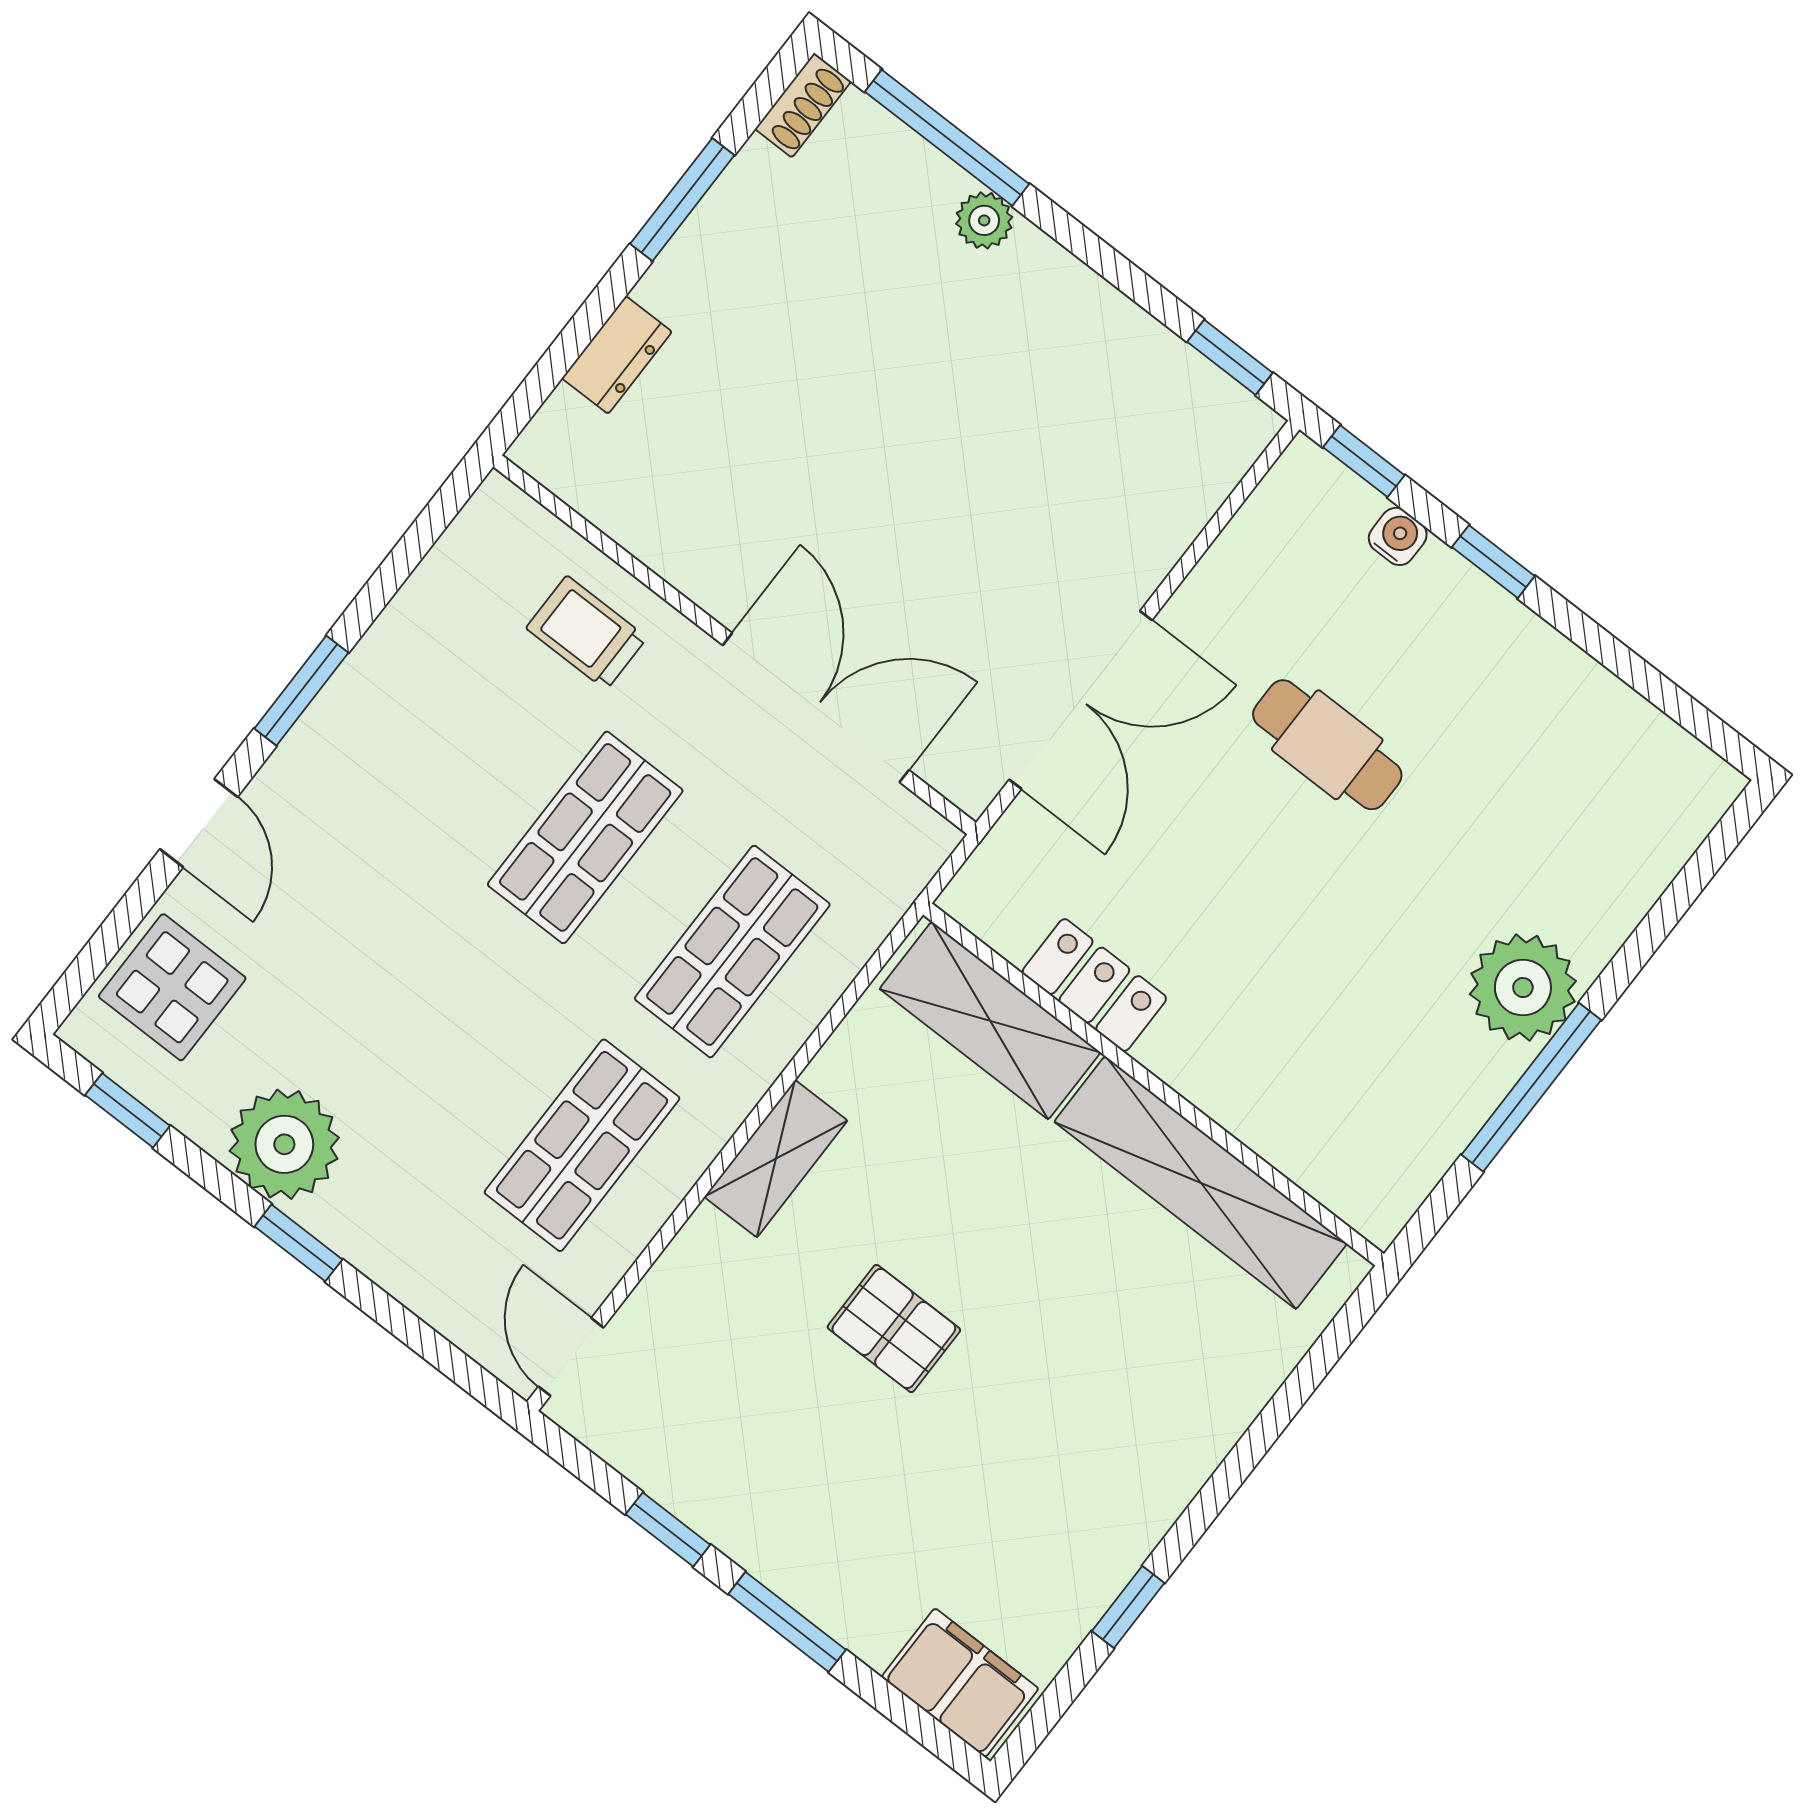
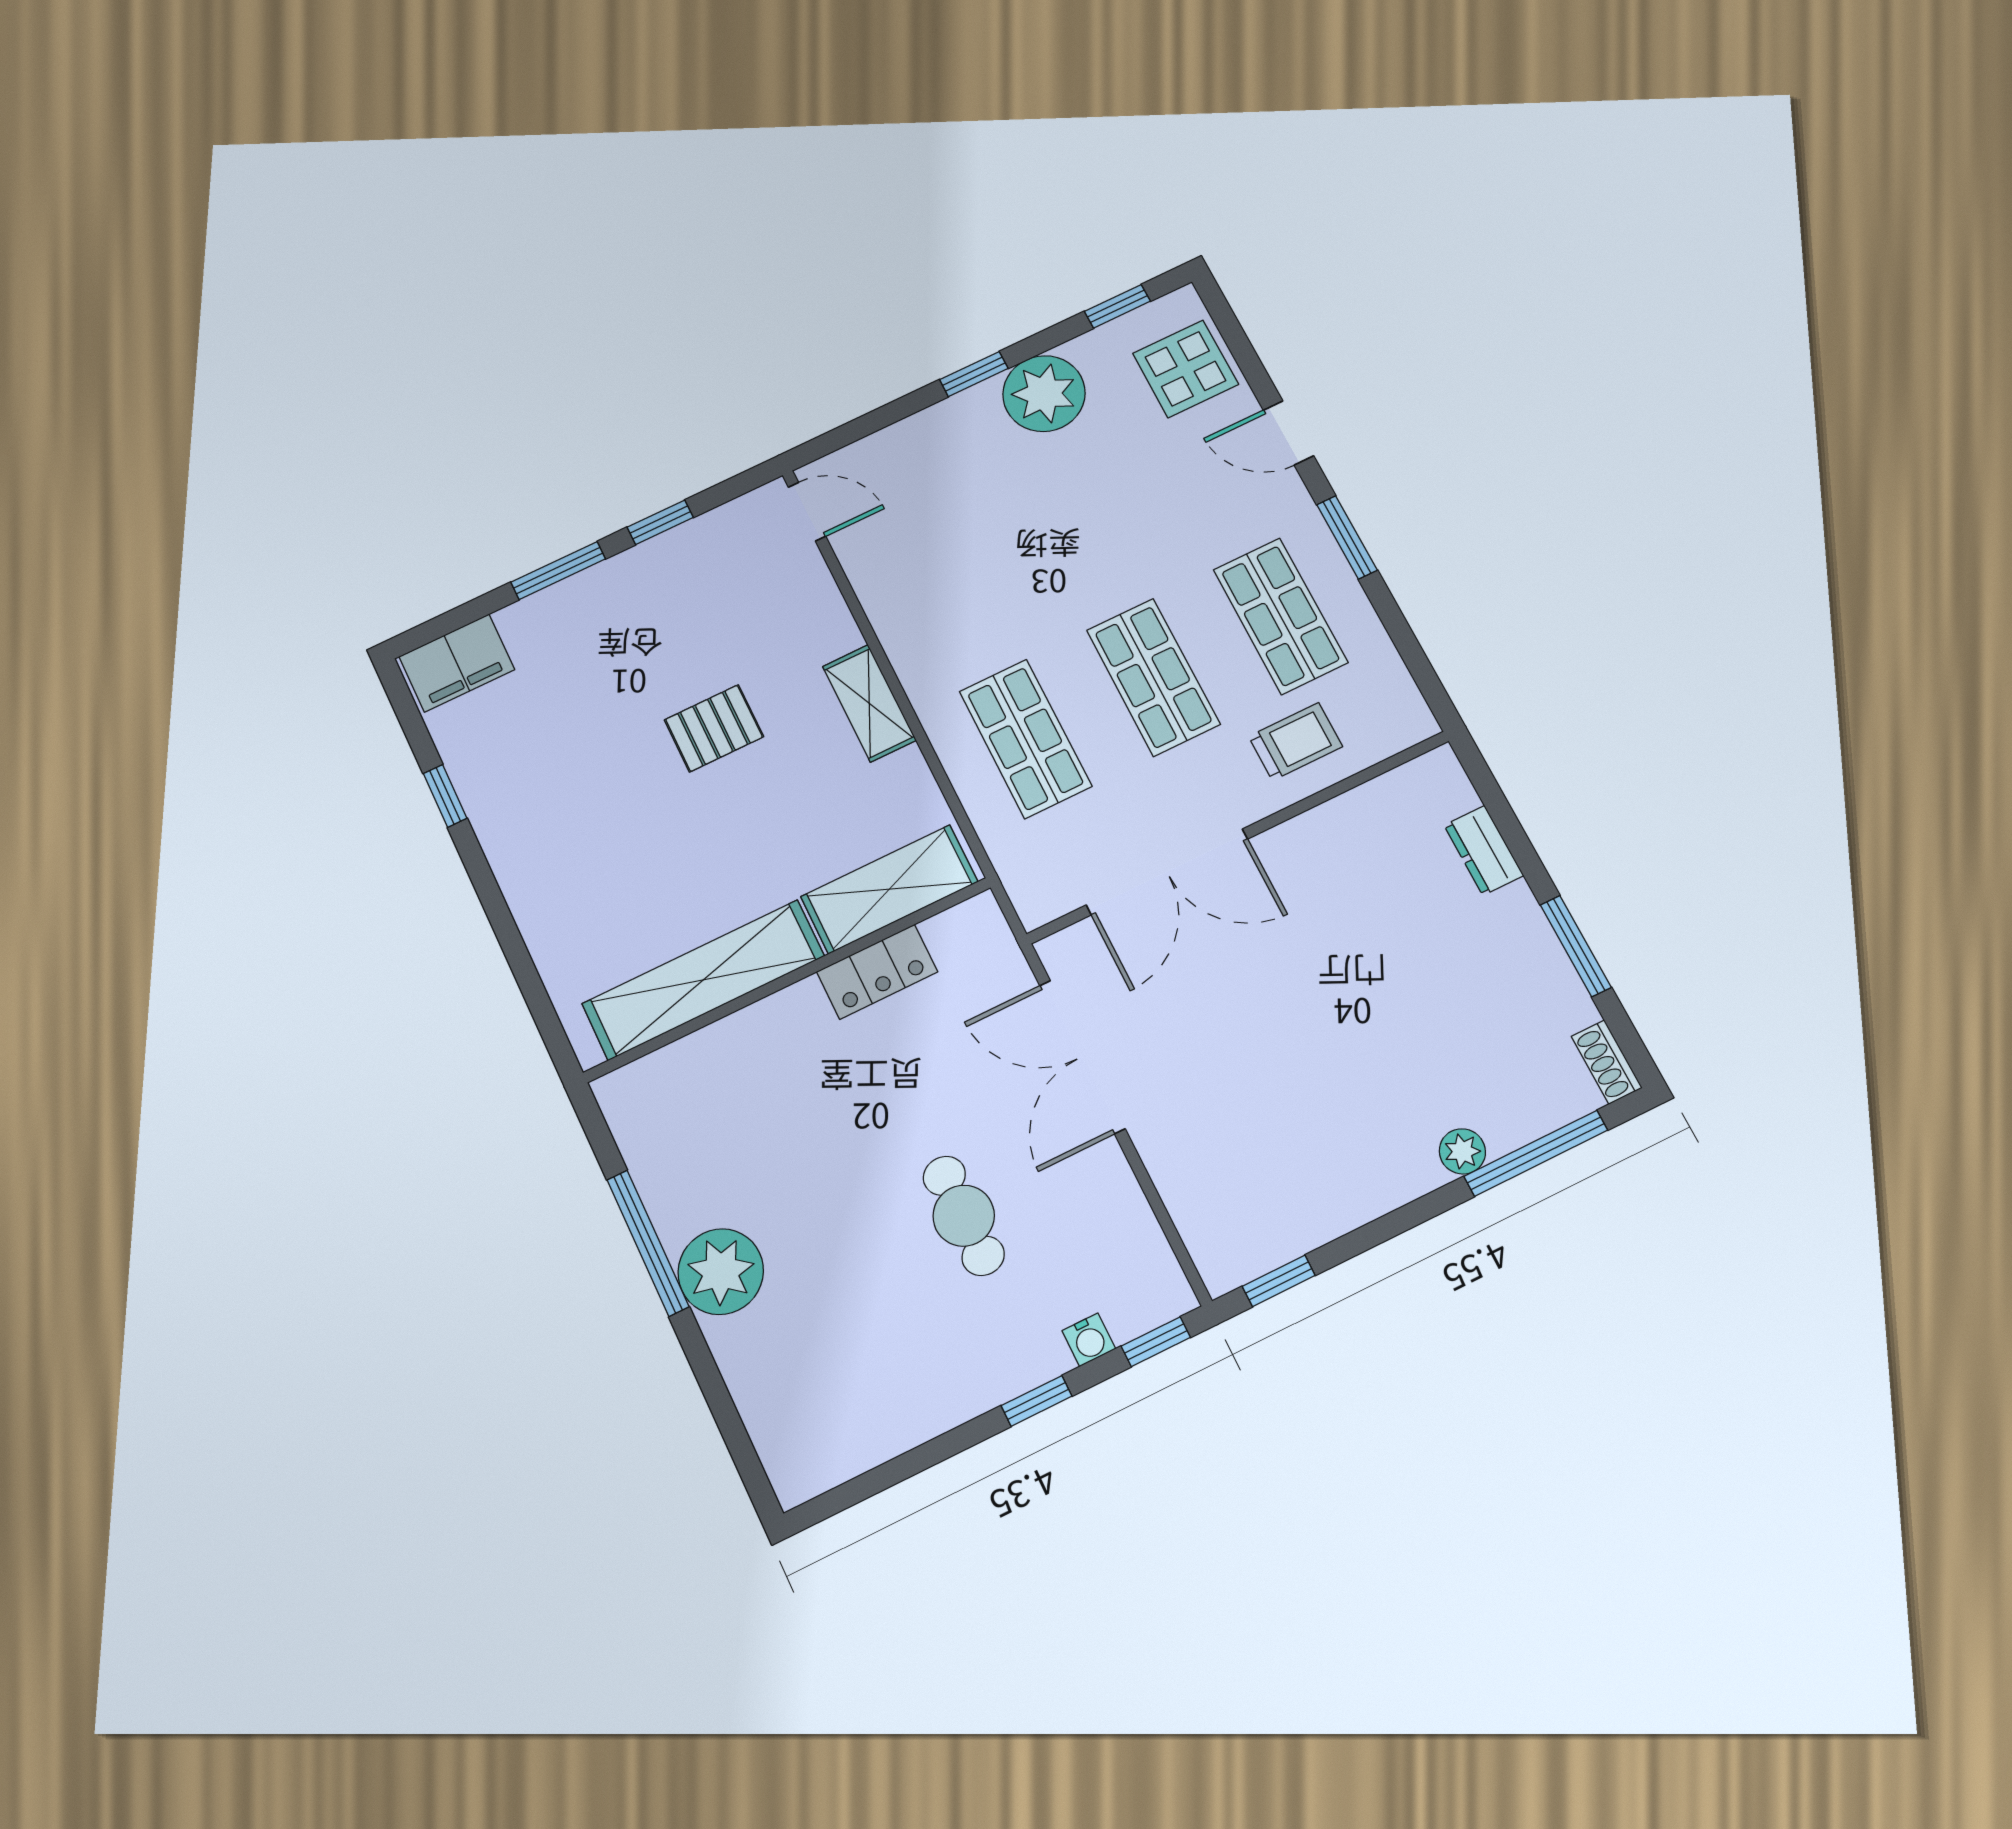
cafe table: (1327, 745) -> (964, 1216), turned 90
shop shelf: (582, 1145) -> (1280, 616), moved

